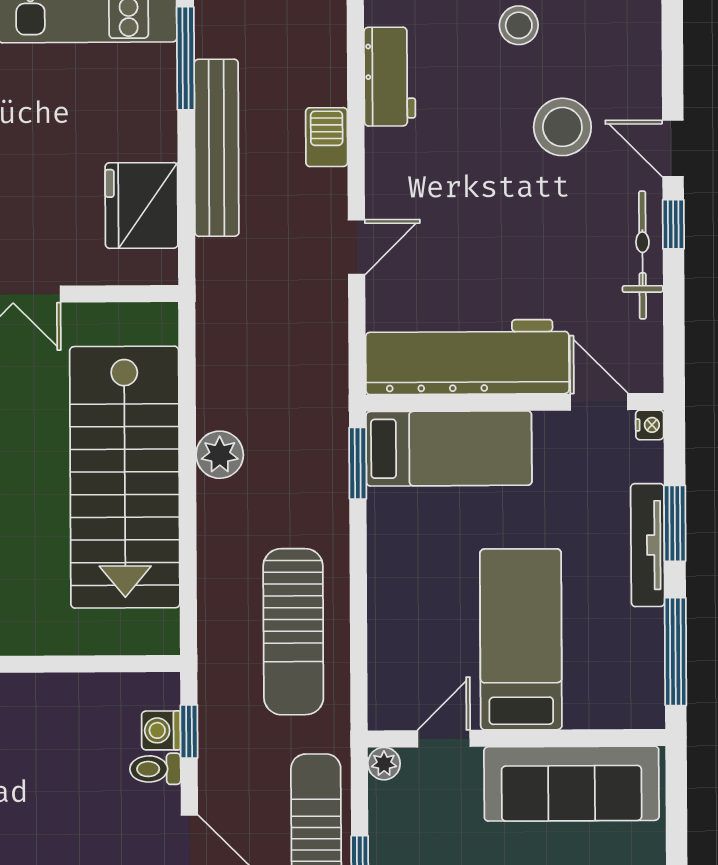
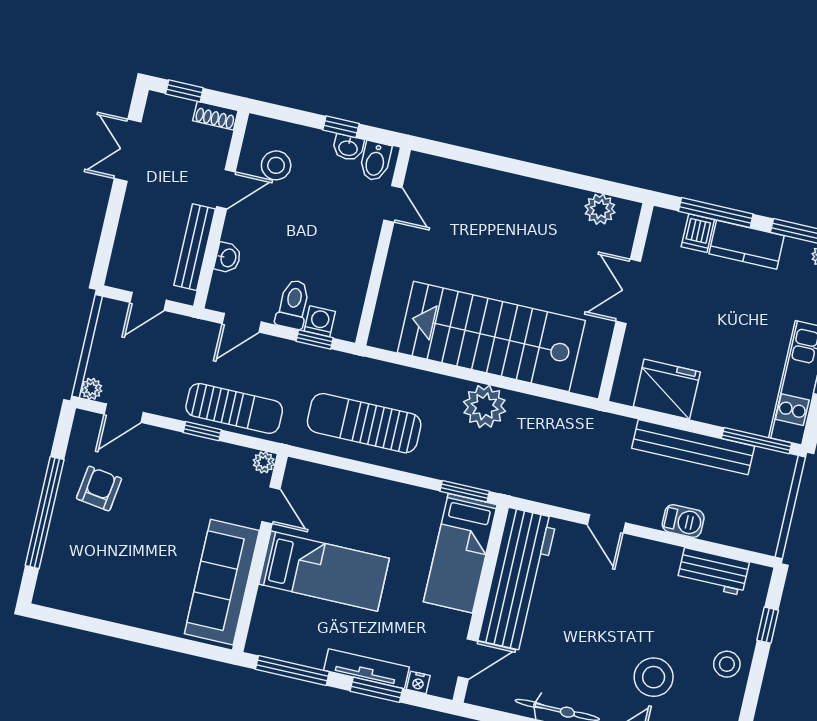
nightstand: (650, 425) -> (418, 682), moved
plant: (220, 455) -> (485, 406), width x1.36, depth x1.36
toilet: (155, 769) -> (293, 304), width x1.37, depth x1.39

